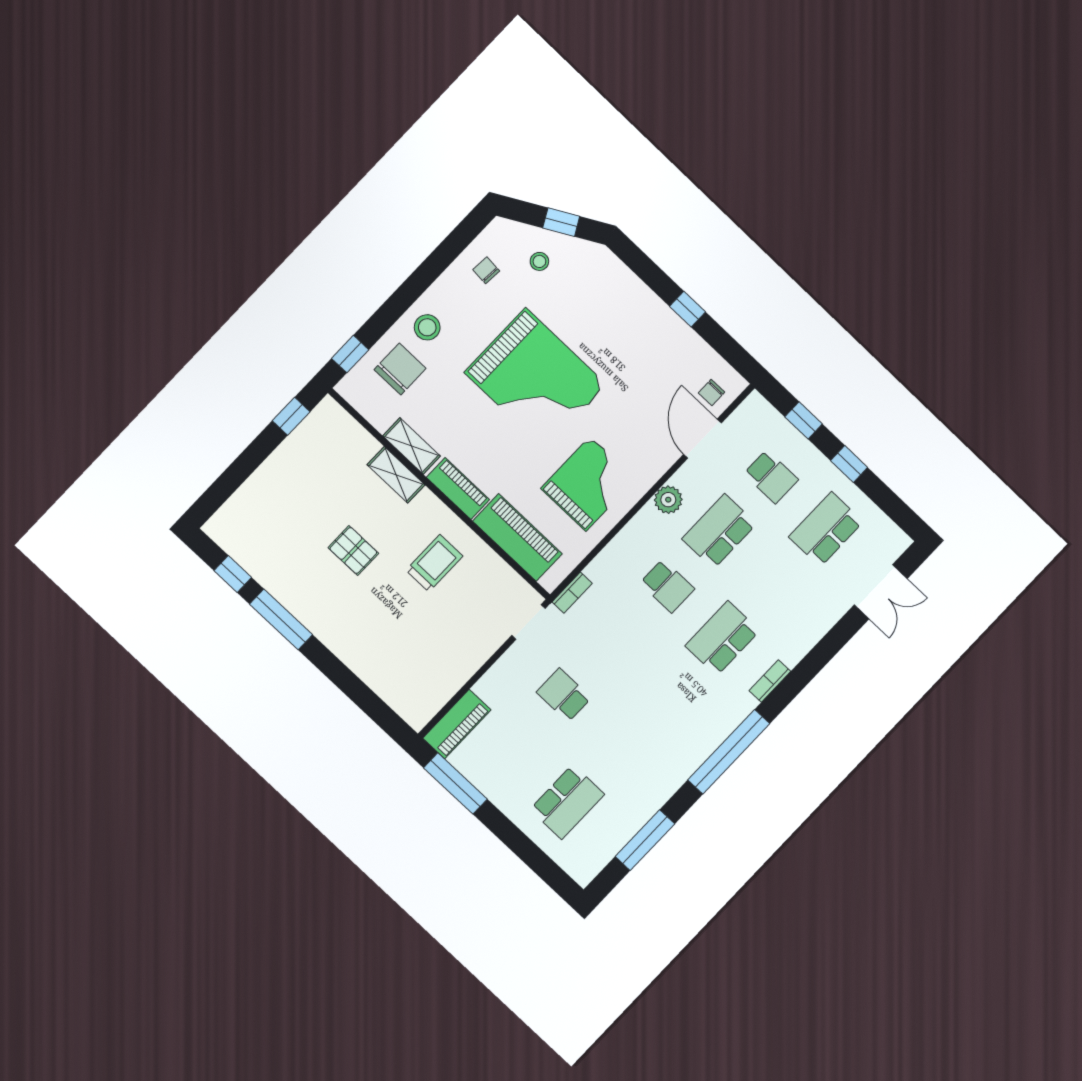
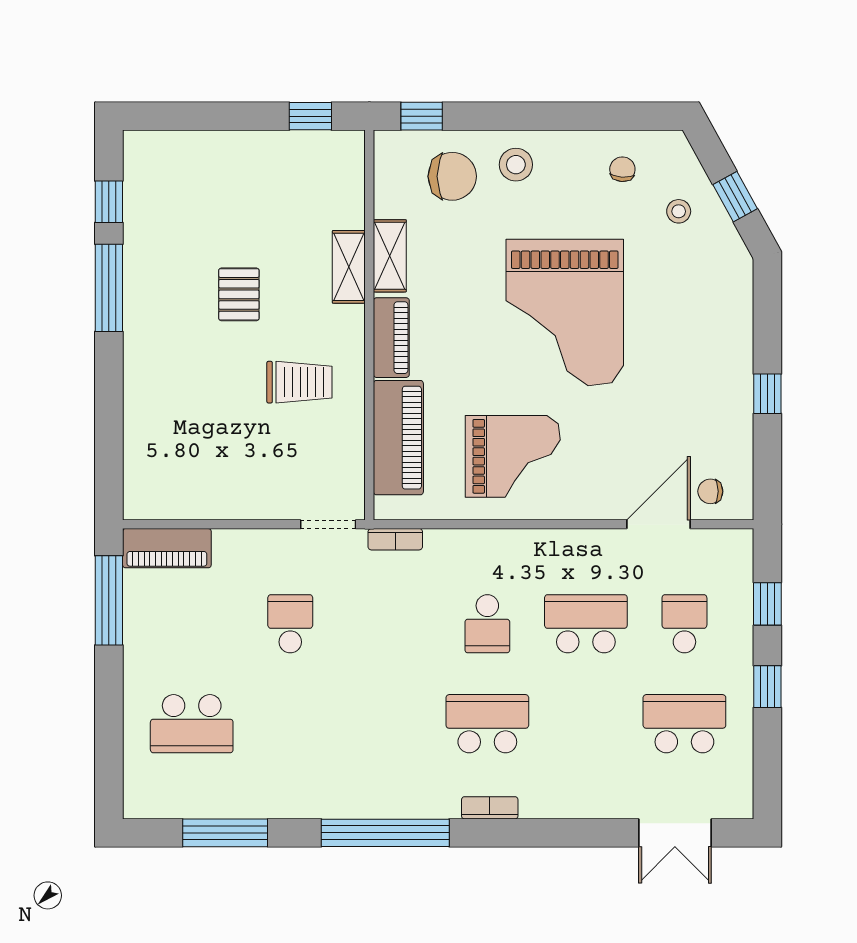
school desk: (771, 477) -> (684, 624), turned 180
plant: (668, 500) -> (570, 547), removed

